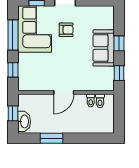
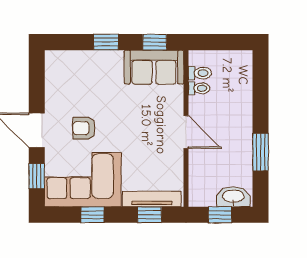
armchair: (66, 30) -> (84, 128), turned -90
window: (13, 35) -> (92, 215), width x0.46
sofa: (104, 48) -> (154, 67), moved
tv unit: (23, 71) -> (152, 199), added

